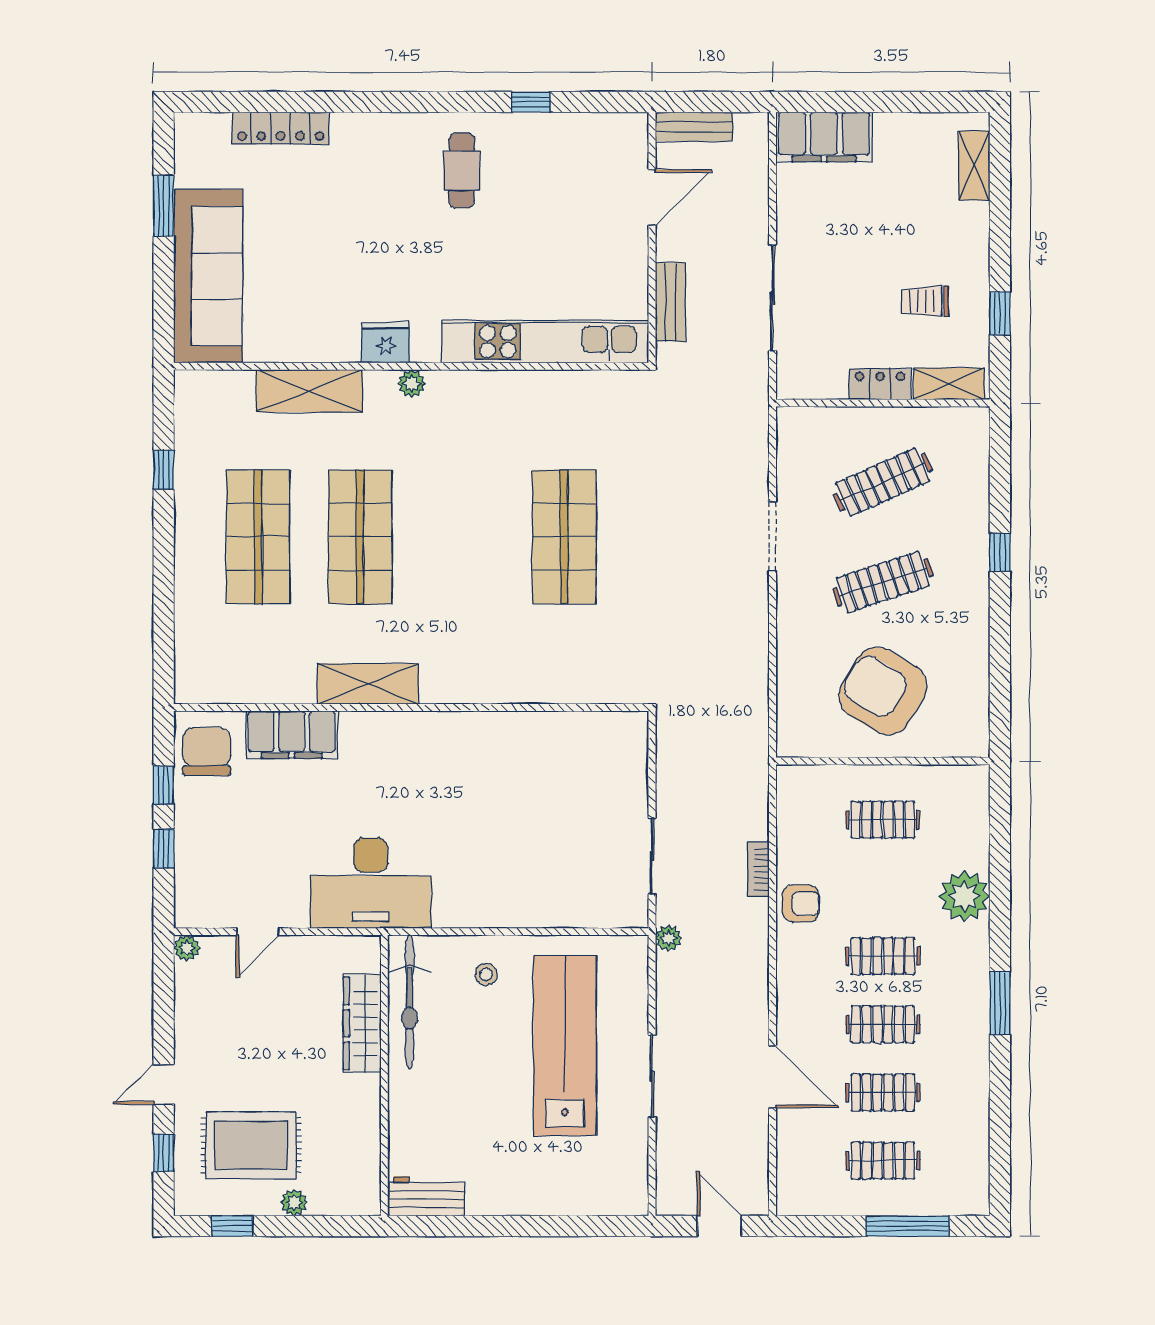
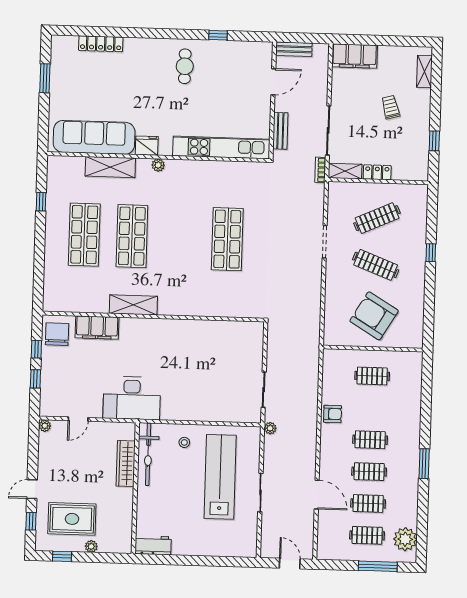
sofa: (208, 276) -> (94, 137), moved, turned -90
trolley: (925, 301) -> (391, 107), moved, turned 75
shelving: (949, 384) -> (345, 171), moved
clothes rail: (883, 582) -> (376, 265), turned 39
bookcase: (758, 869) -> (320, 170), moved
plant: (964, 896) -> (405, 539), moved

